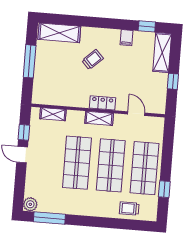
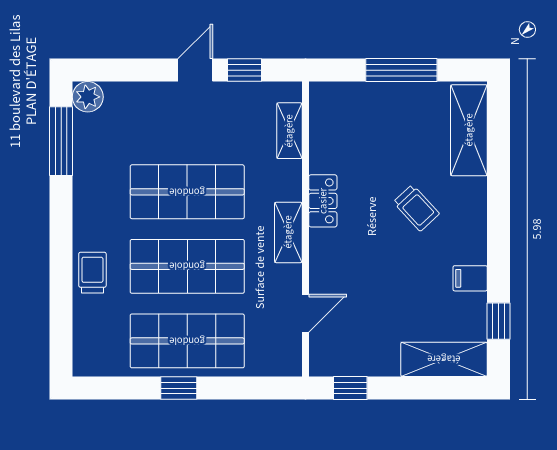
window: (173, 81) -> (350, 388), moved
locker: (102, 103) -> (323, 201), moved
window: (164, 189) -> (179, 388), moved
trolley: (129, 208) -> (92, 273), moved

